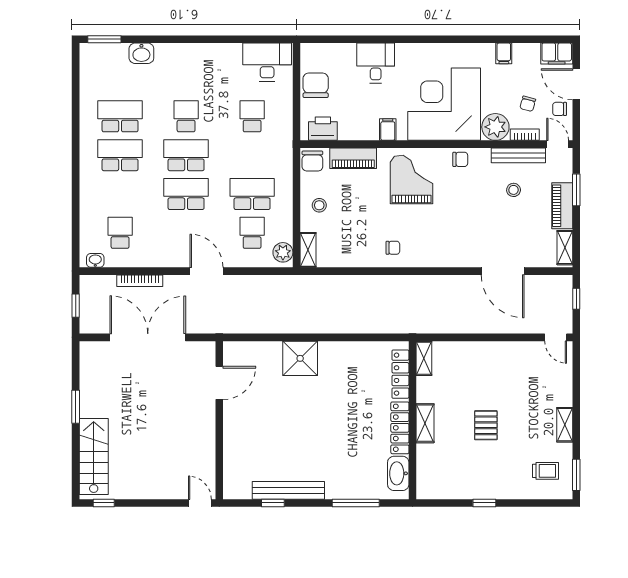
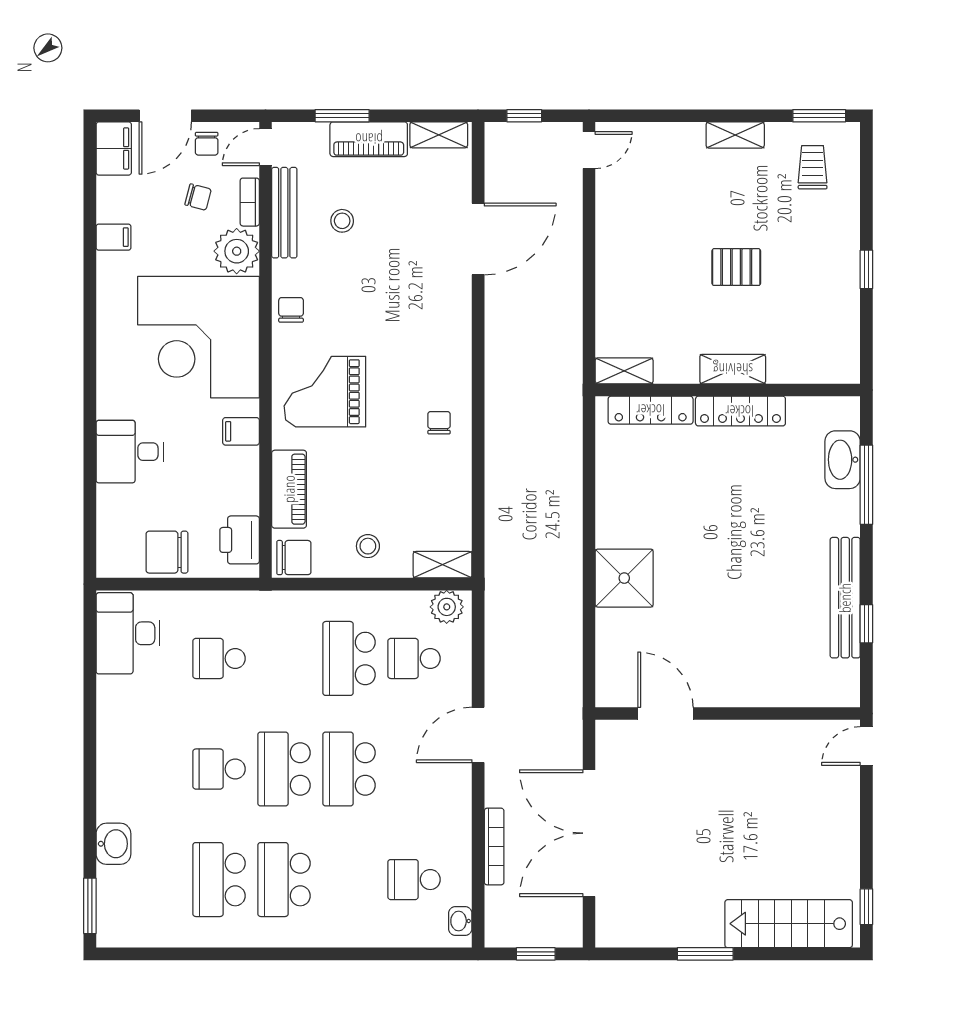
washbasin: (398, 473) -> (843, 460), moved, turned 90

